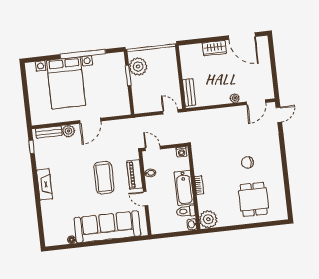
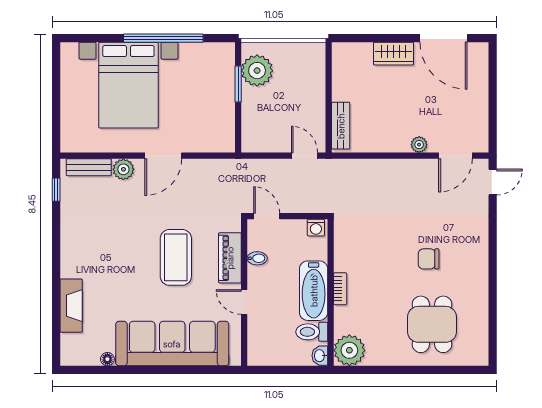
fireplace: (44, 184) -> (71, 306), moved

